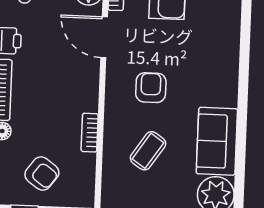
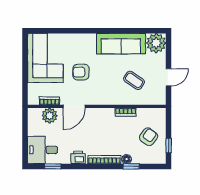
armchair: (151, 88) -> (81, 72), moved
sofa: (217, 141) -> (121, 44), width x1.36

